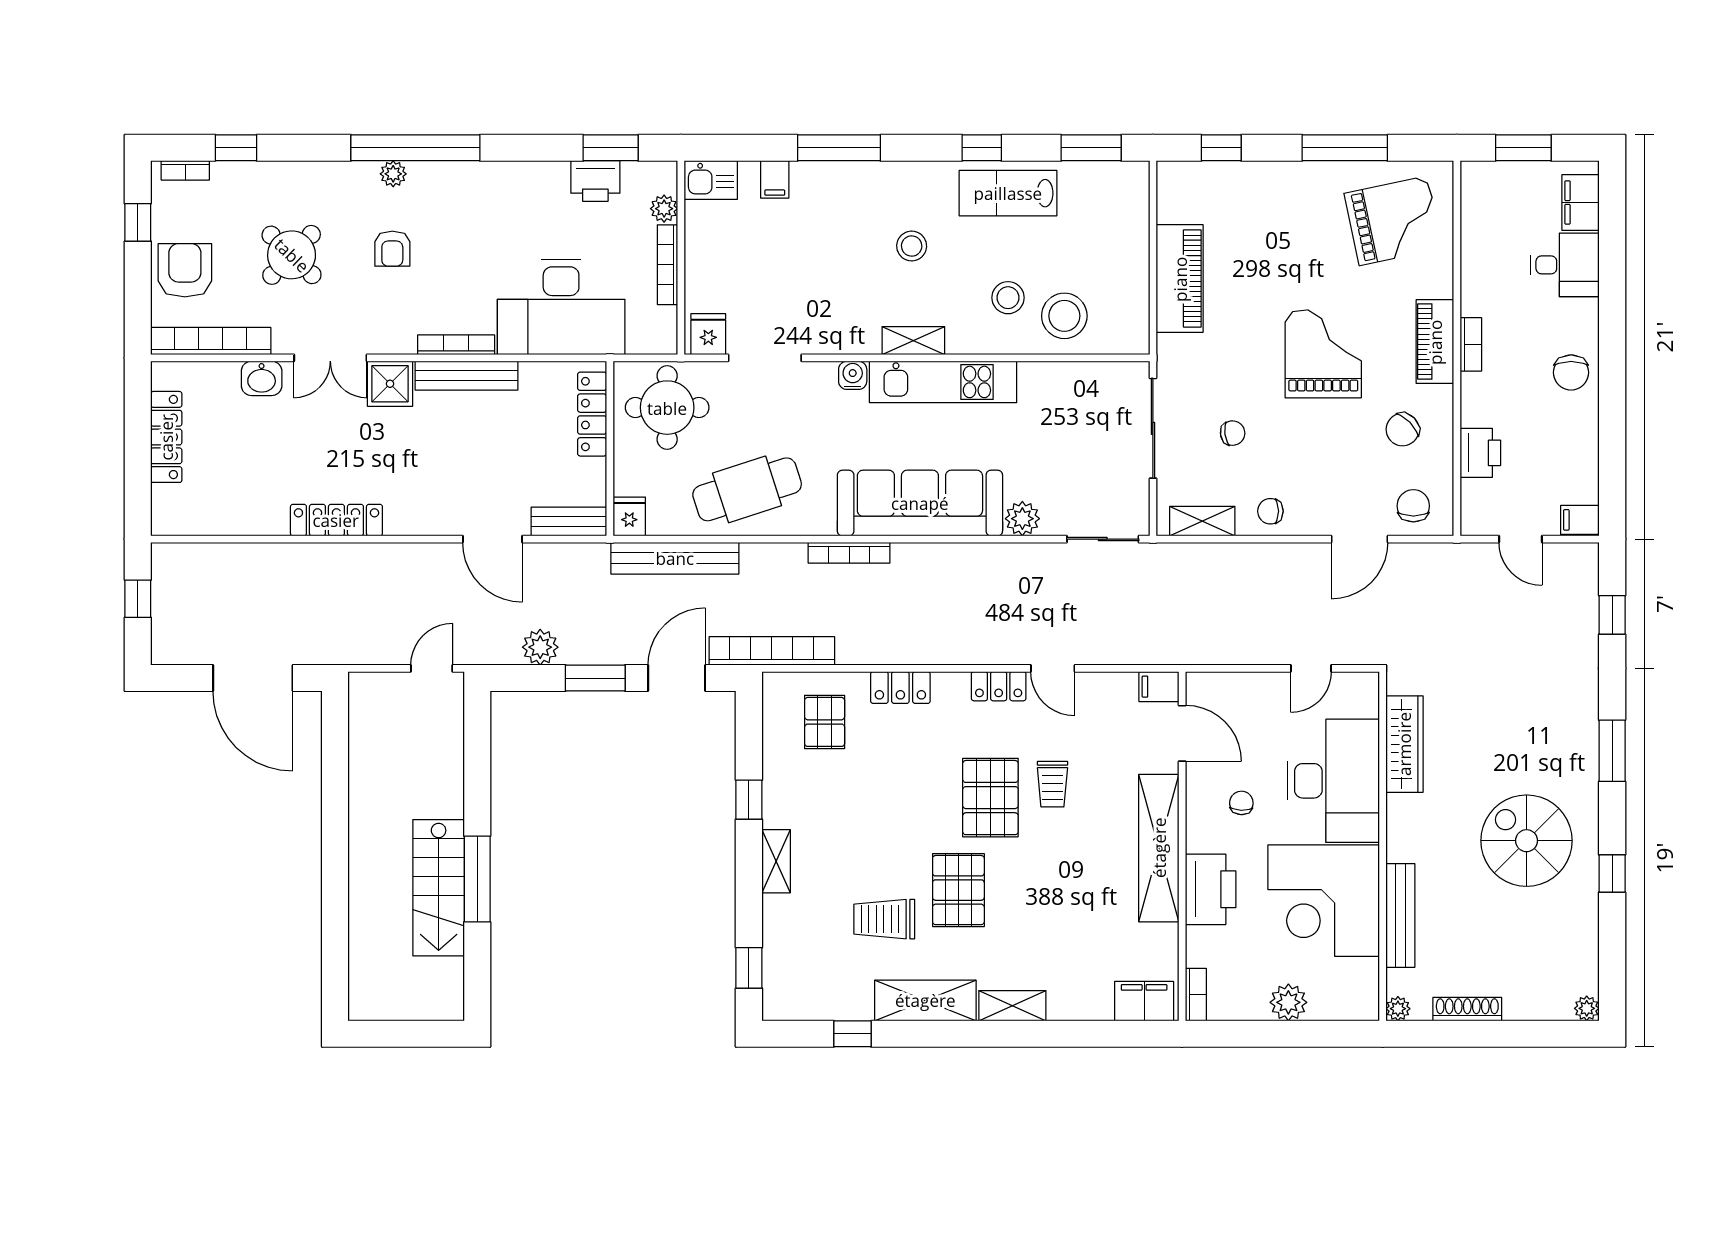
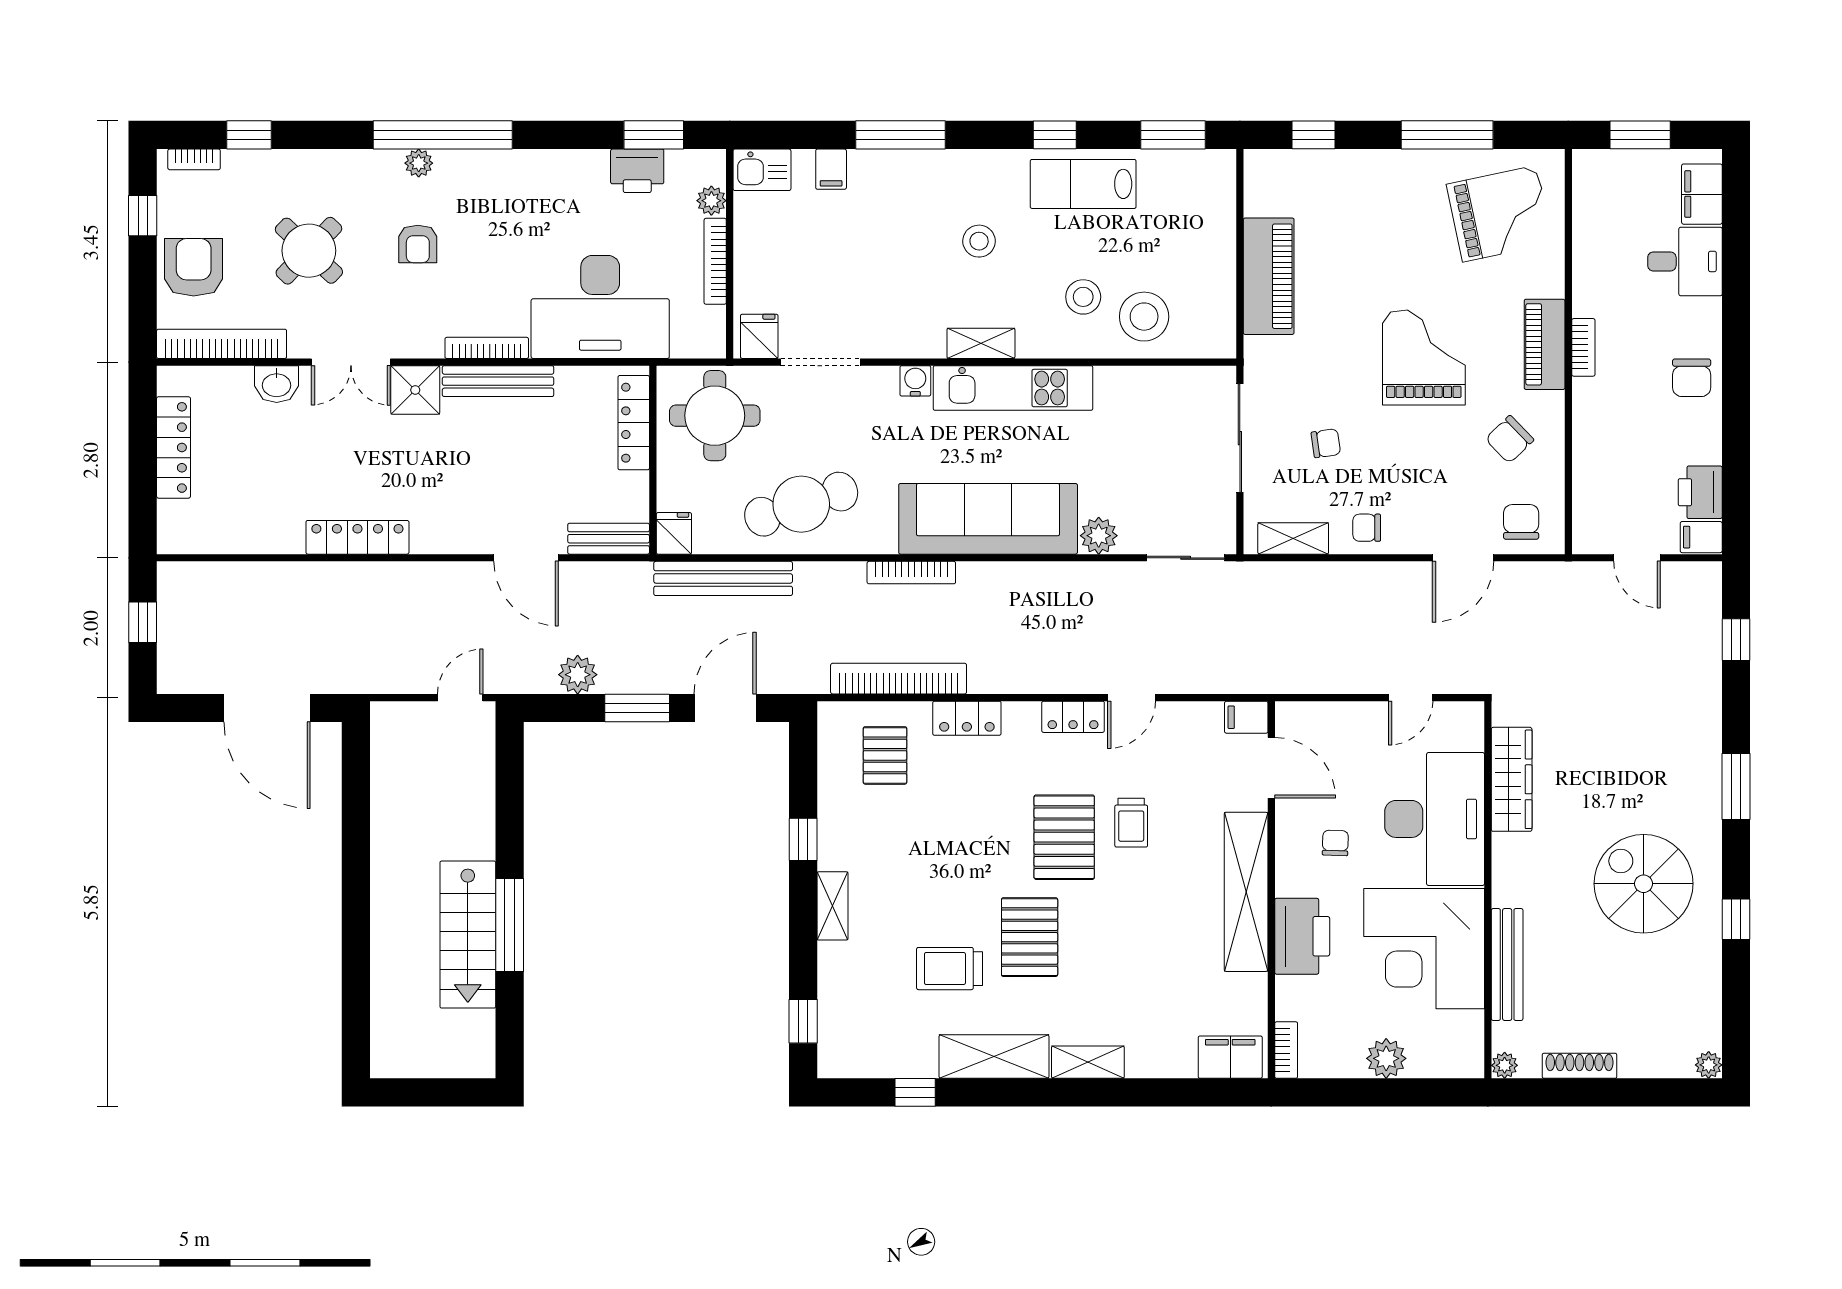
printer: (1480, 453) -> (1700, 492), moved, turned 180
bookcase: (772, 651) -> (899, 679), moved
door: (1053, 668) -> (1132, 698), hinge flipped

